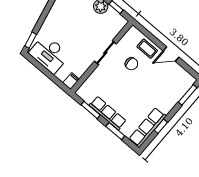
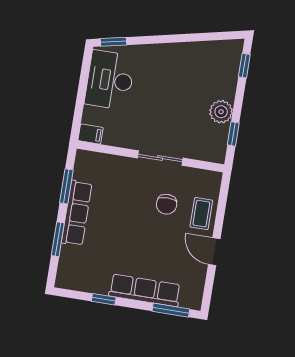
row of seats: (148, 127) -> (145, 290), moved

